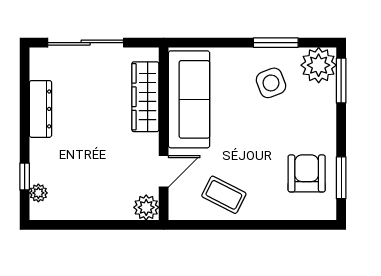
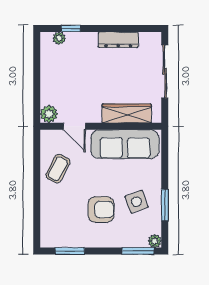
plant: (319, 65) -> (155, 241), width x0.53, depth x0.53
armchair: (307, 173) -> (101, 210), moved

